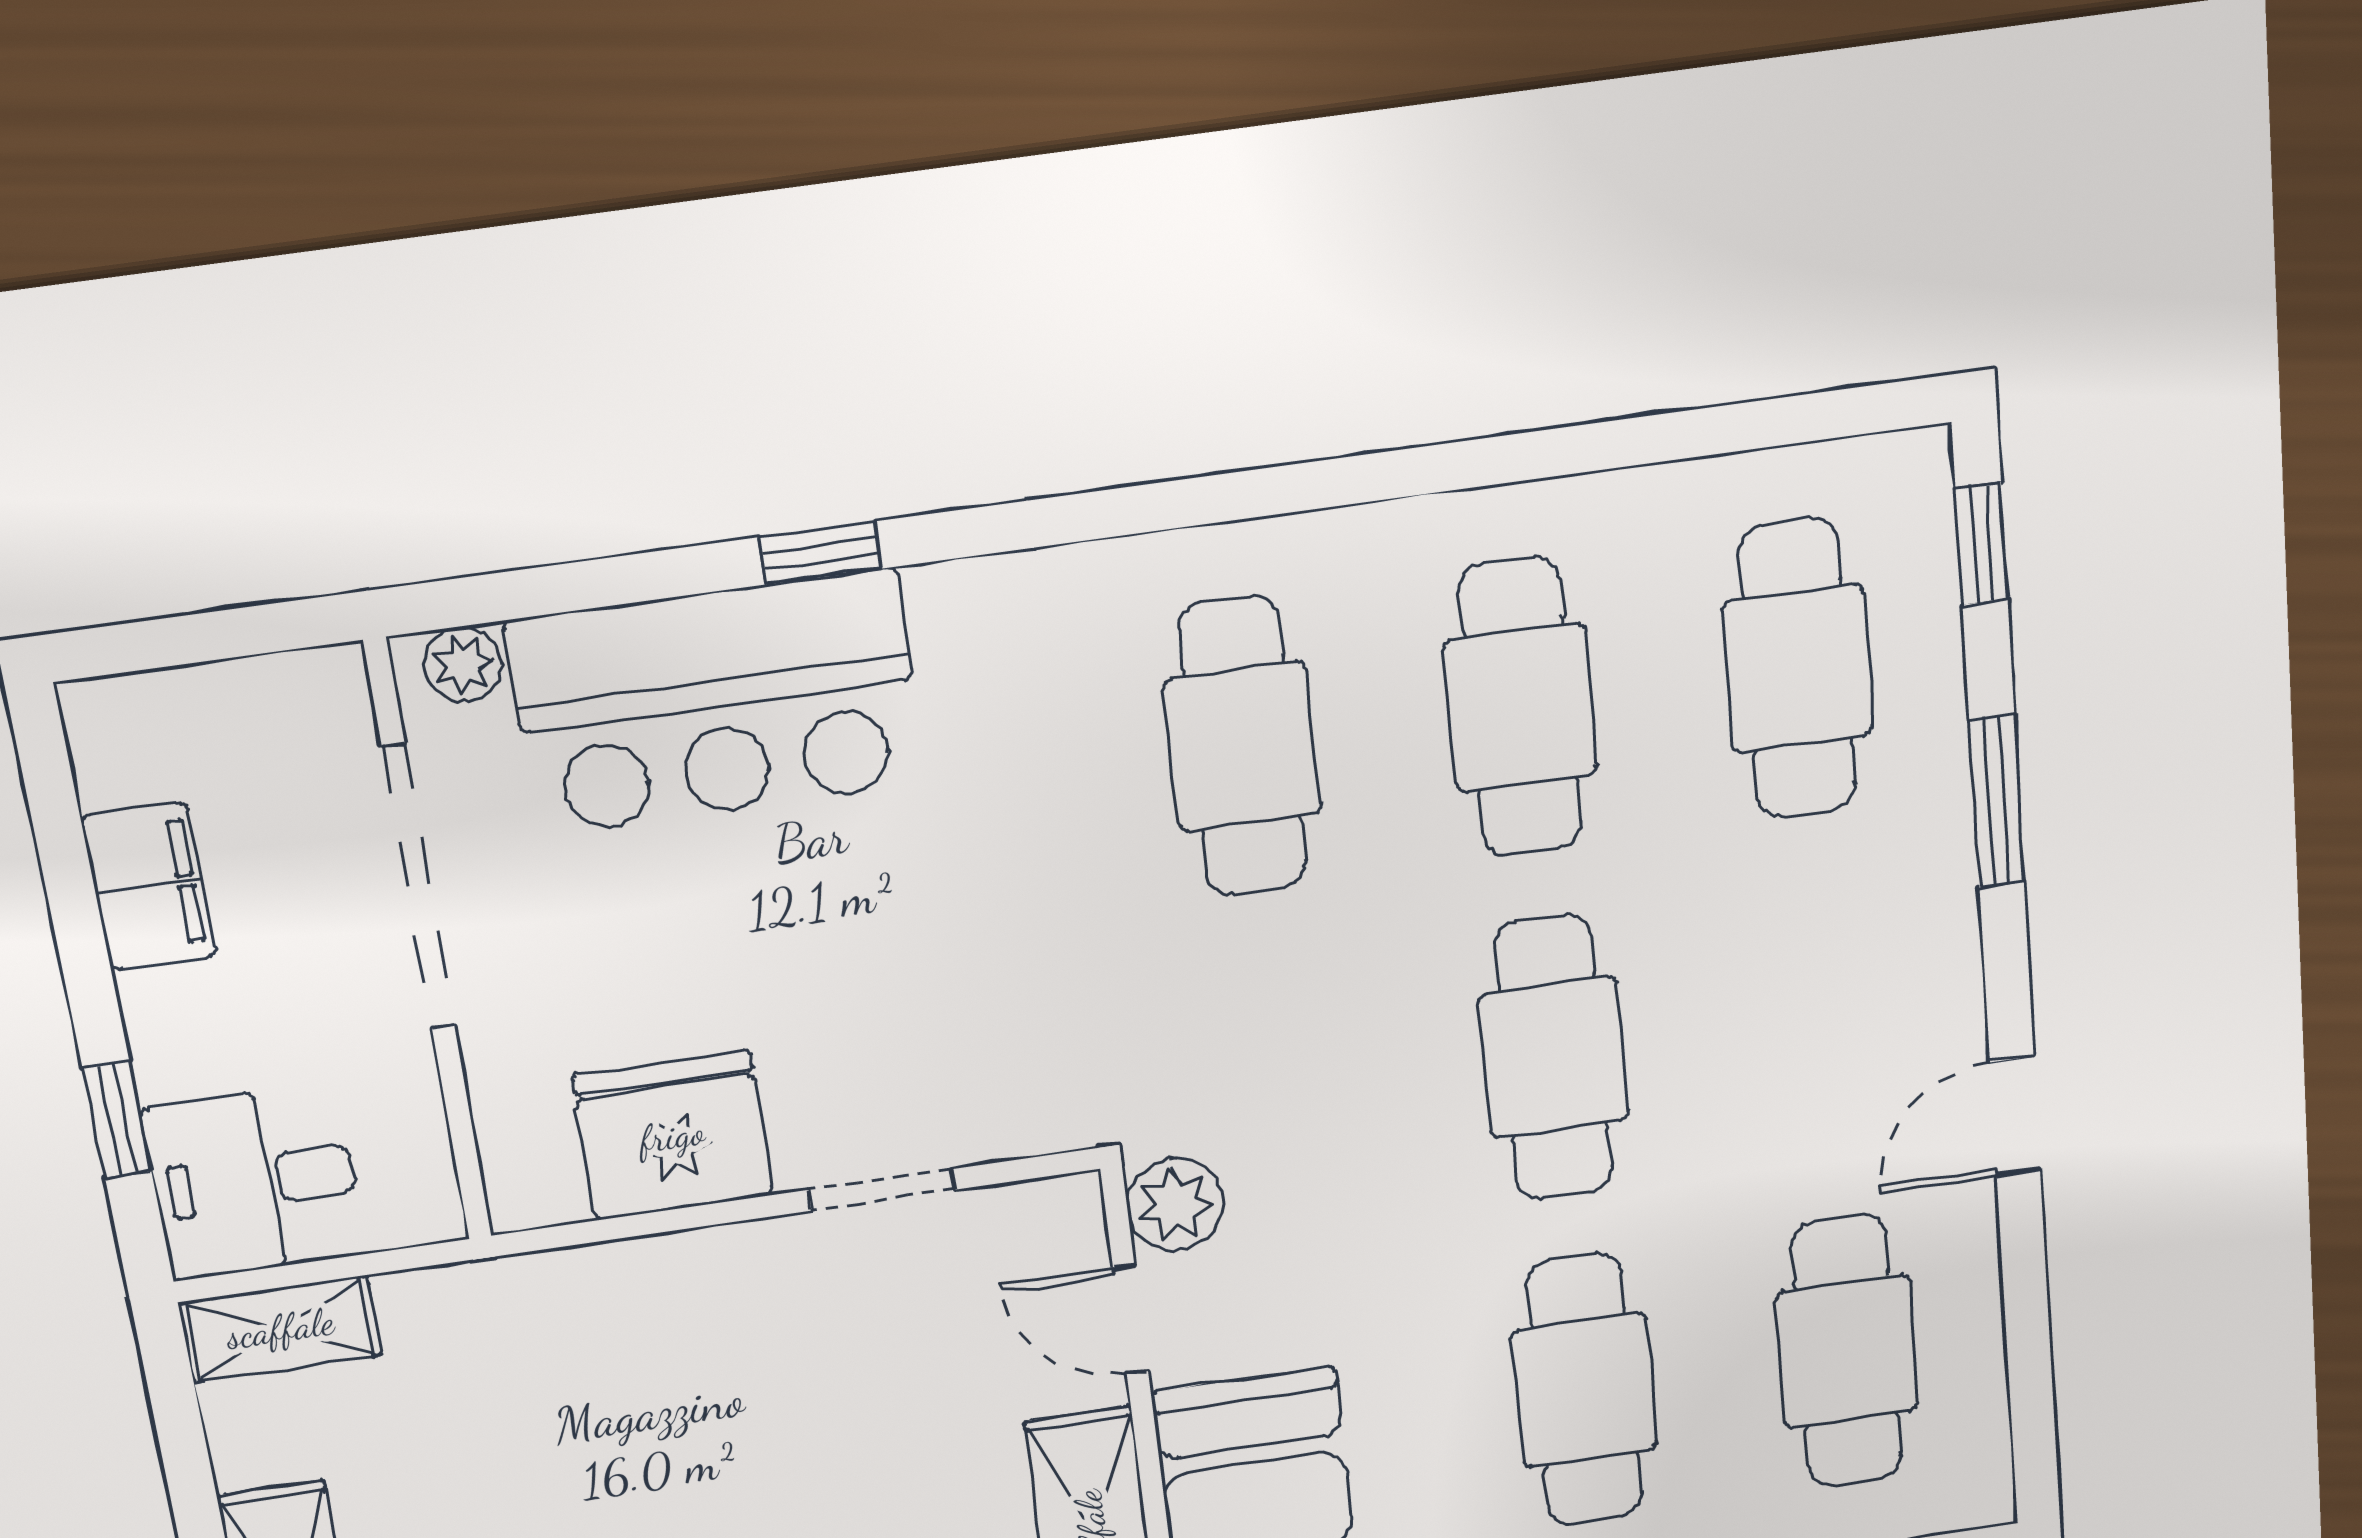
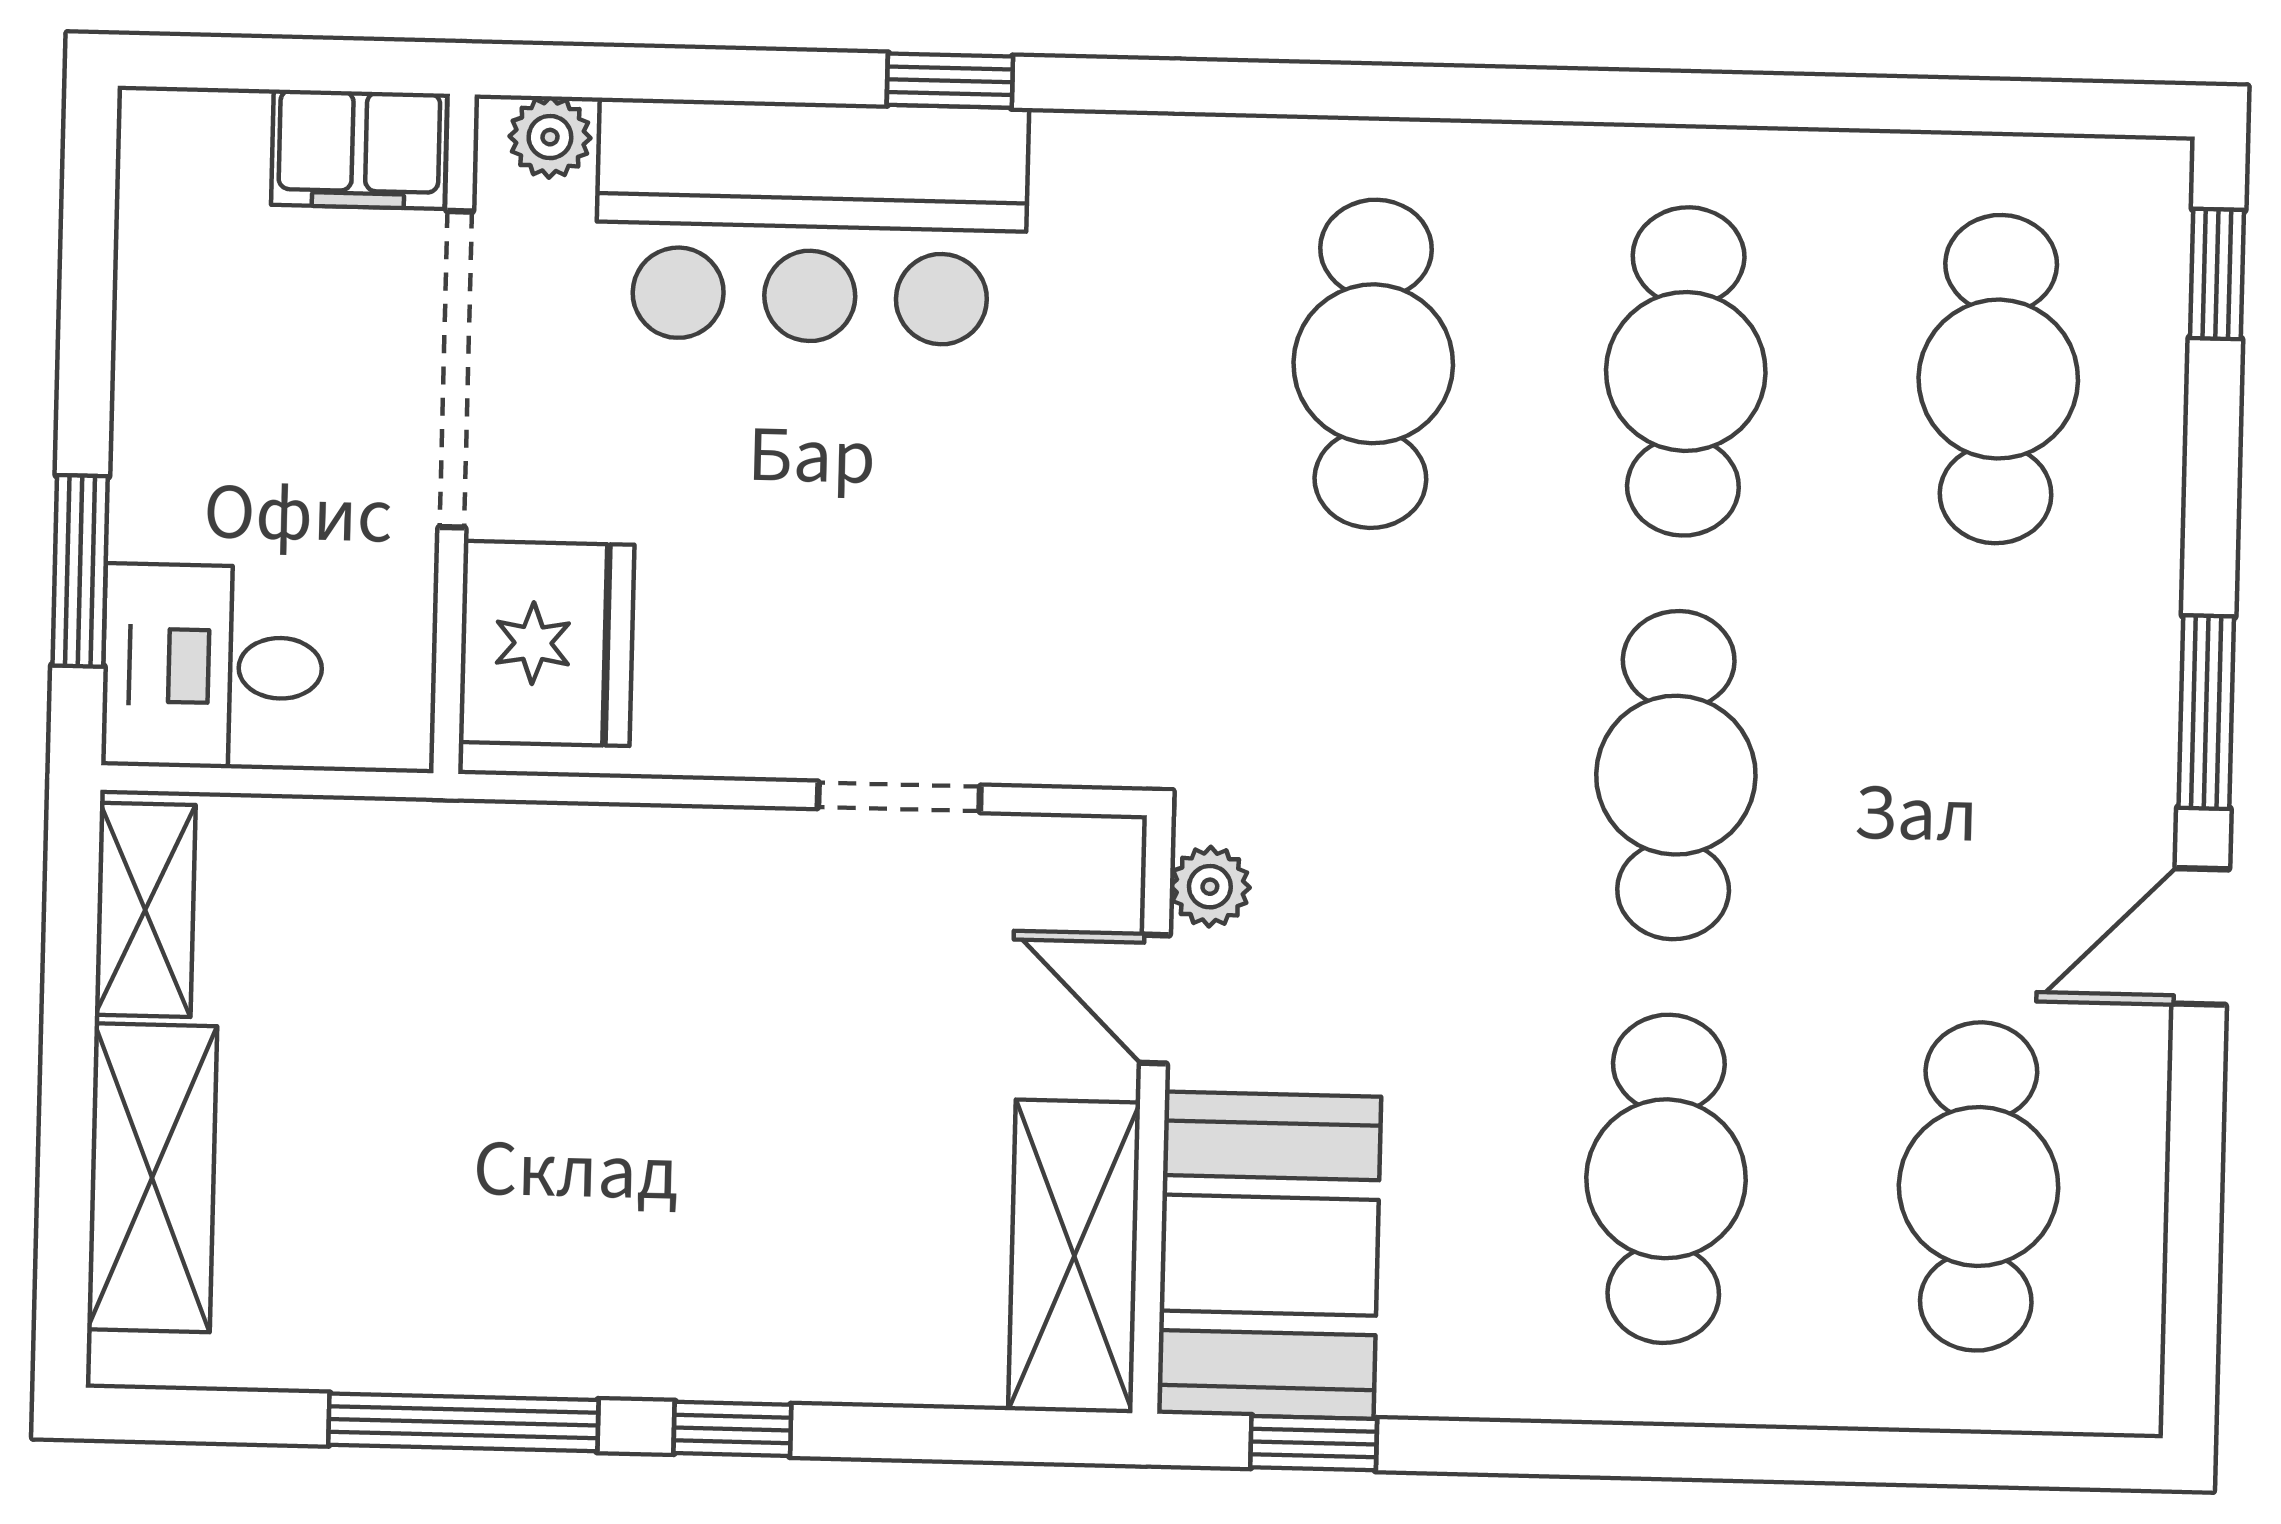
window: (1997, 801) -> (2206, 712), moved
filing cabinet: (148, 886) -> (359, 149), moved, turned 90
window: (117, 1120) -> (80, 571), width x1.50
fridge: (672, 1136) -> (547, 643), moved, turned 90
plant: (1175, 1205) -> (1210, 887), width x0.73, depth x0.73
shelving: (280, 1329) -> (145, 910), moved, turned 90

